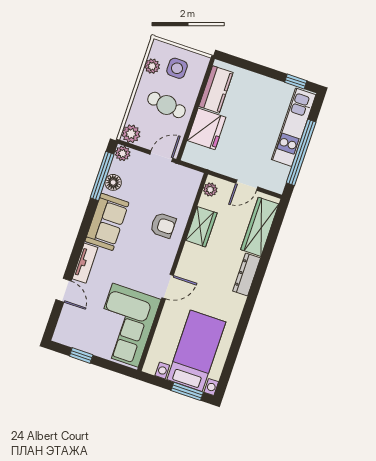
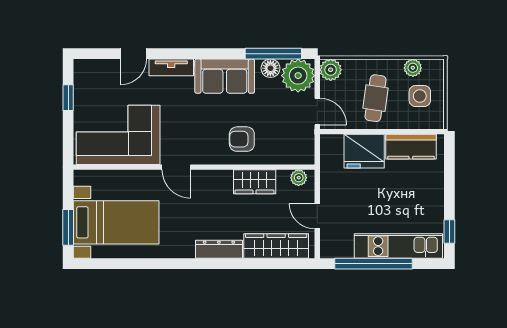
plant: (123, 153) -> (298, 76), width x1.88, depth x1.88
armchair: (163, 225) -> (242, 139), turned 90

